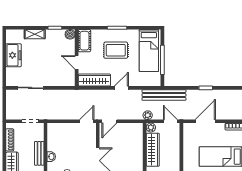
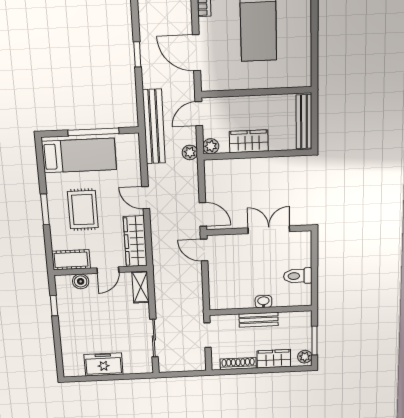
shelving: (35, 34) -> (141, 287), moved
boiler: (70, 34) -> (81, 281), moved
wardrobe: (153, 150) -> (249, 141), width x0.67

